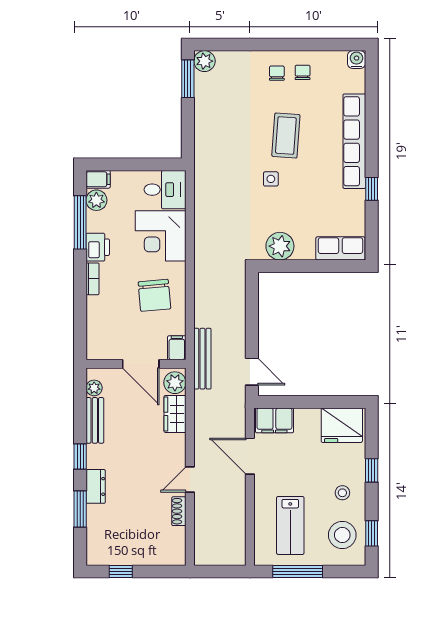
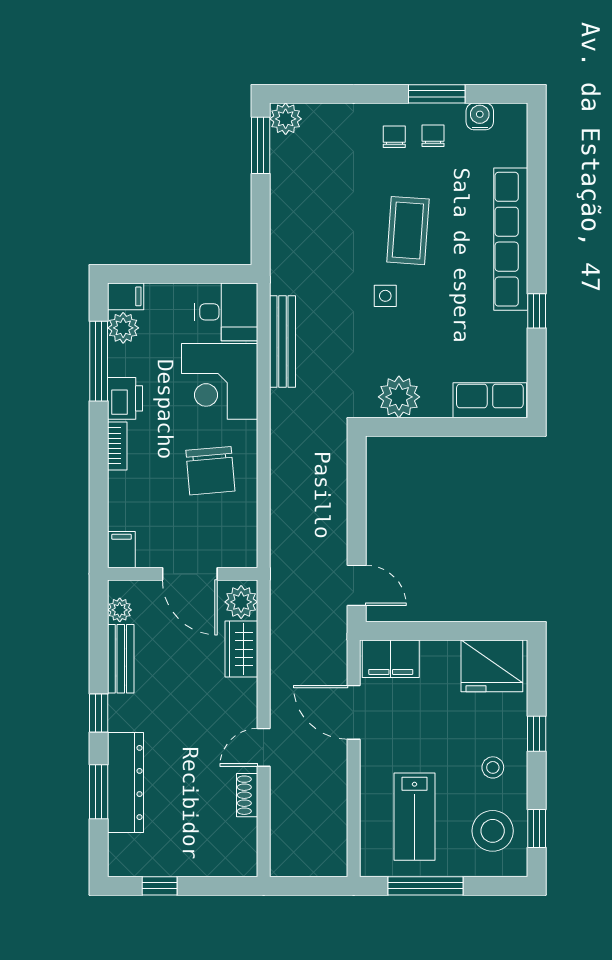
window: (305, 44) -> (437, 94), added
water cooler: (357, 60) -> (480, 116), moved
filing cabinet: (177, 348) -> (121, 550), moved
bench: (202, 359) -> (282, 342), moved
dresser: (96, 486) -> (126, 782), width x1.96, depth x1.24

